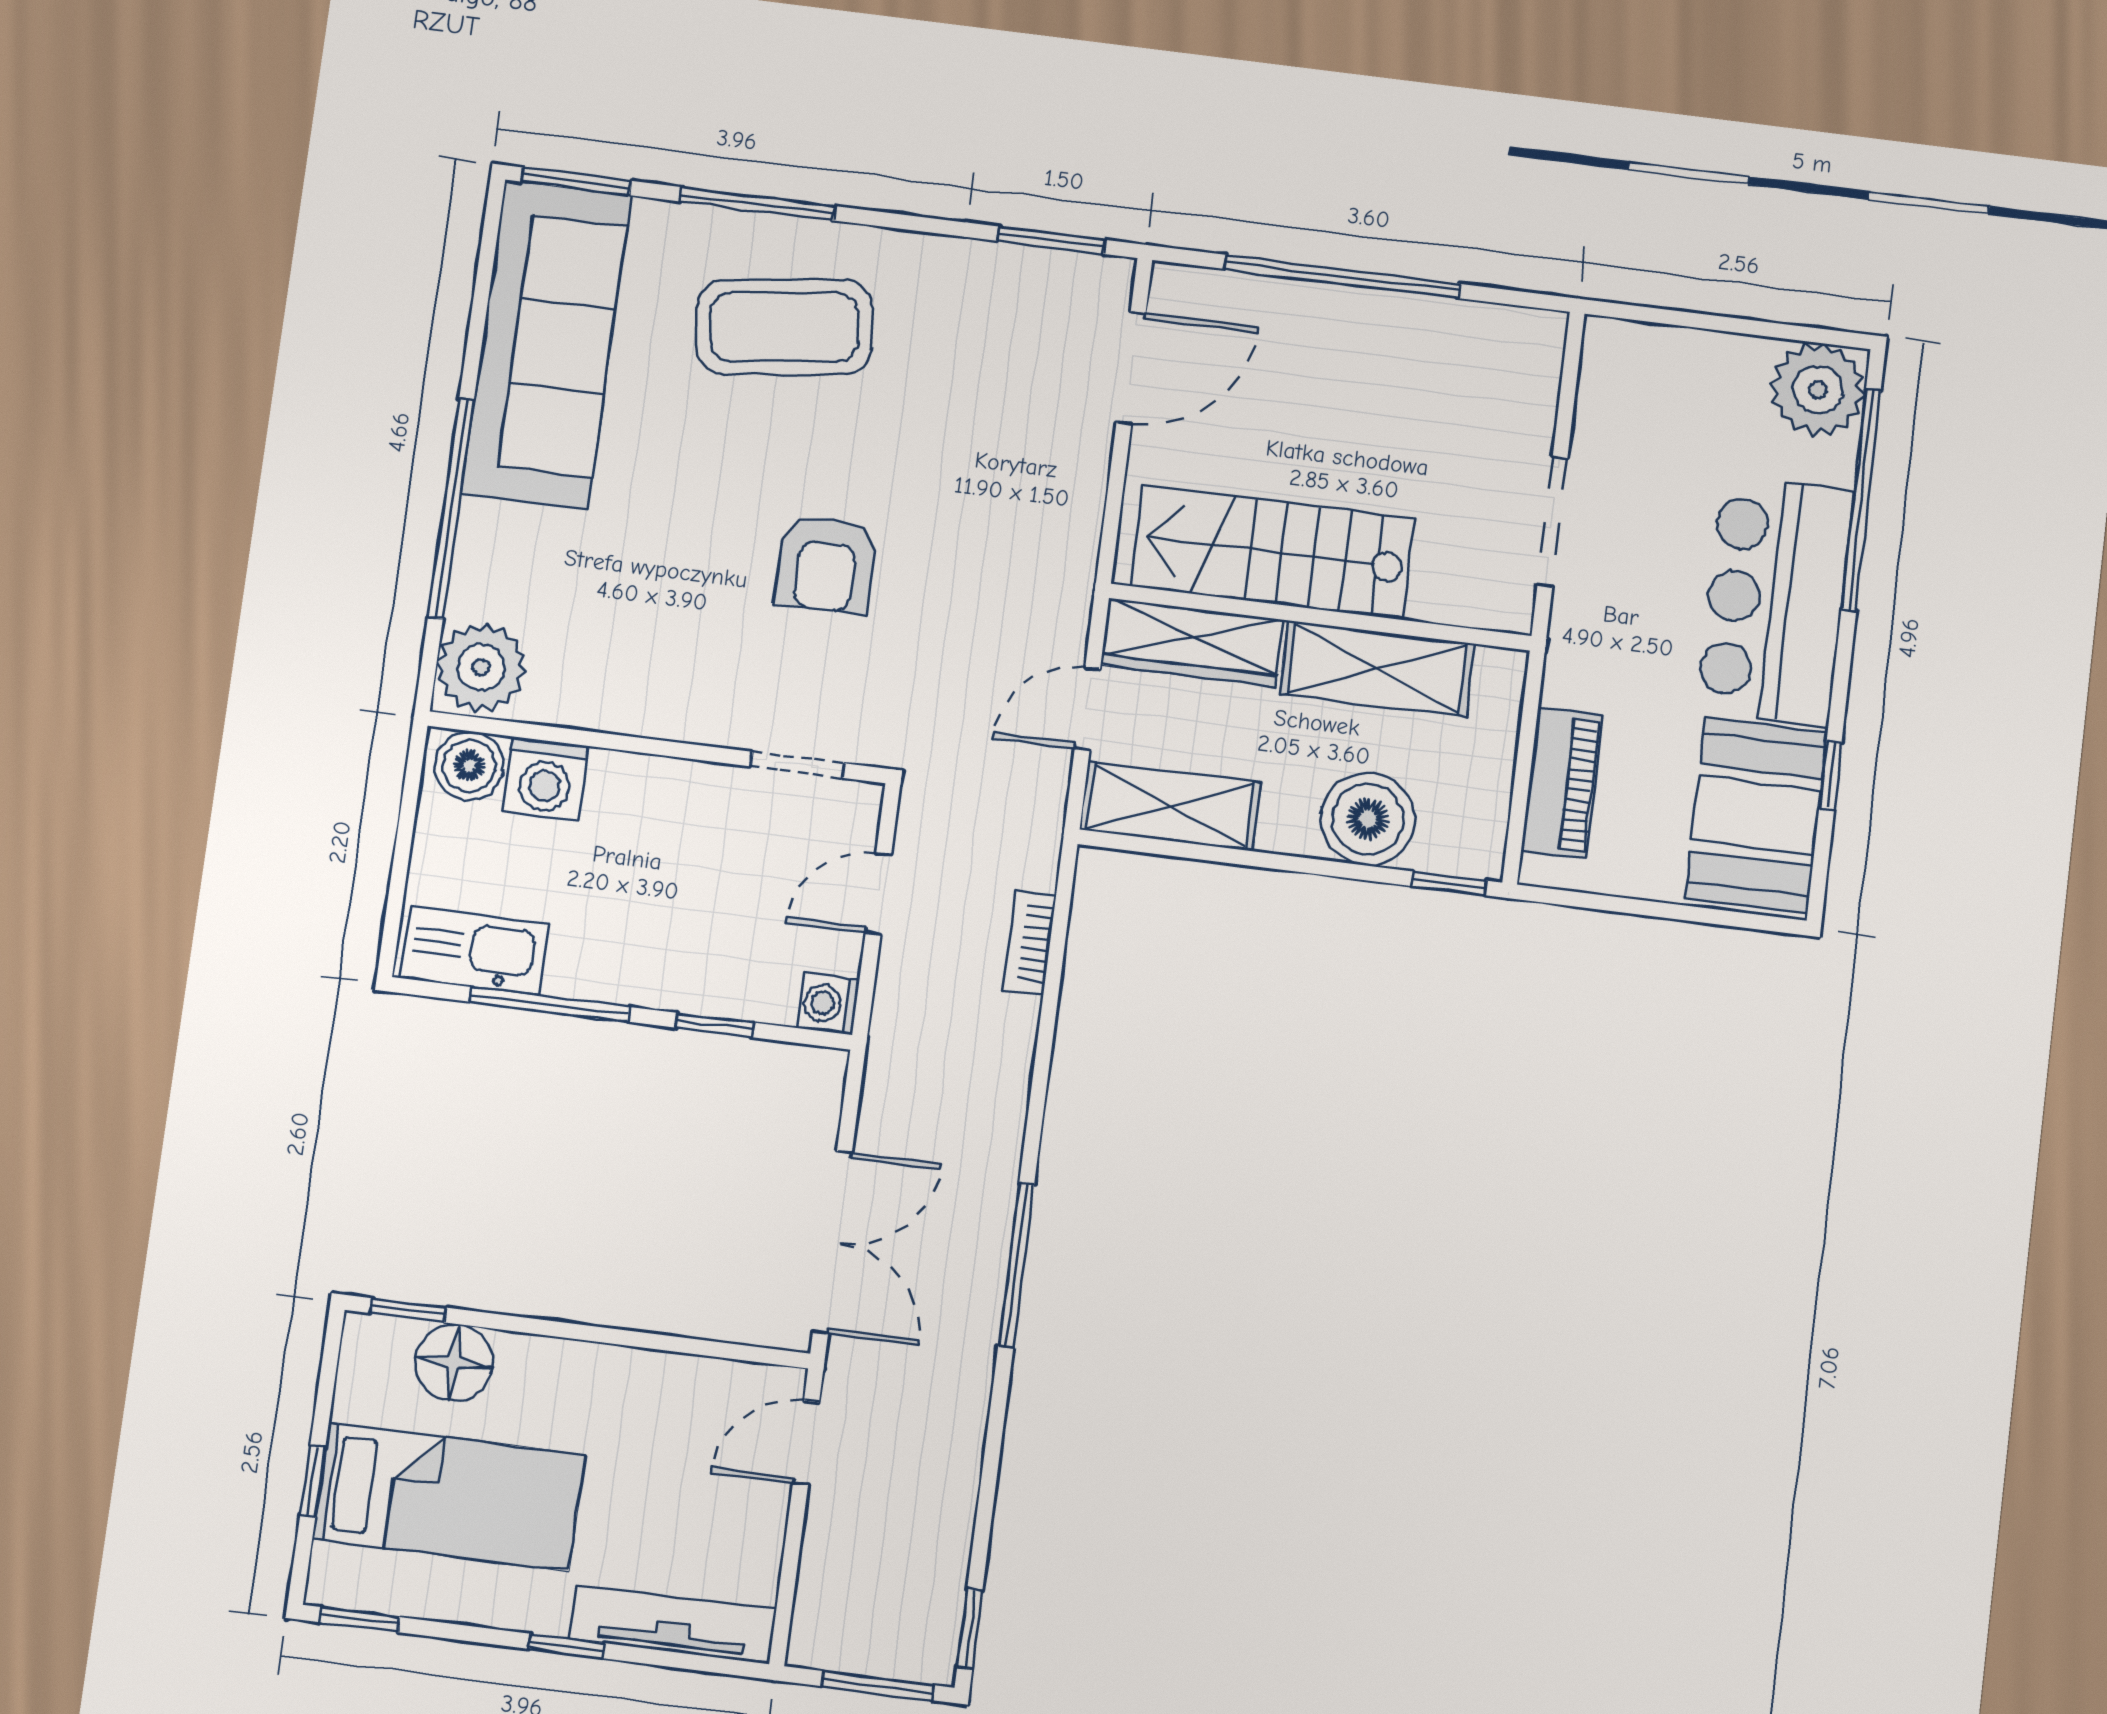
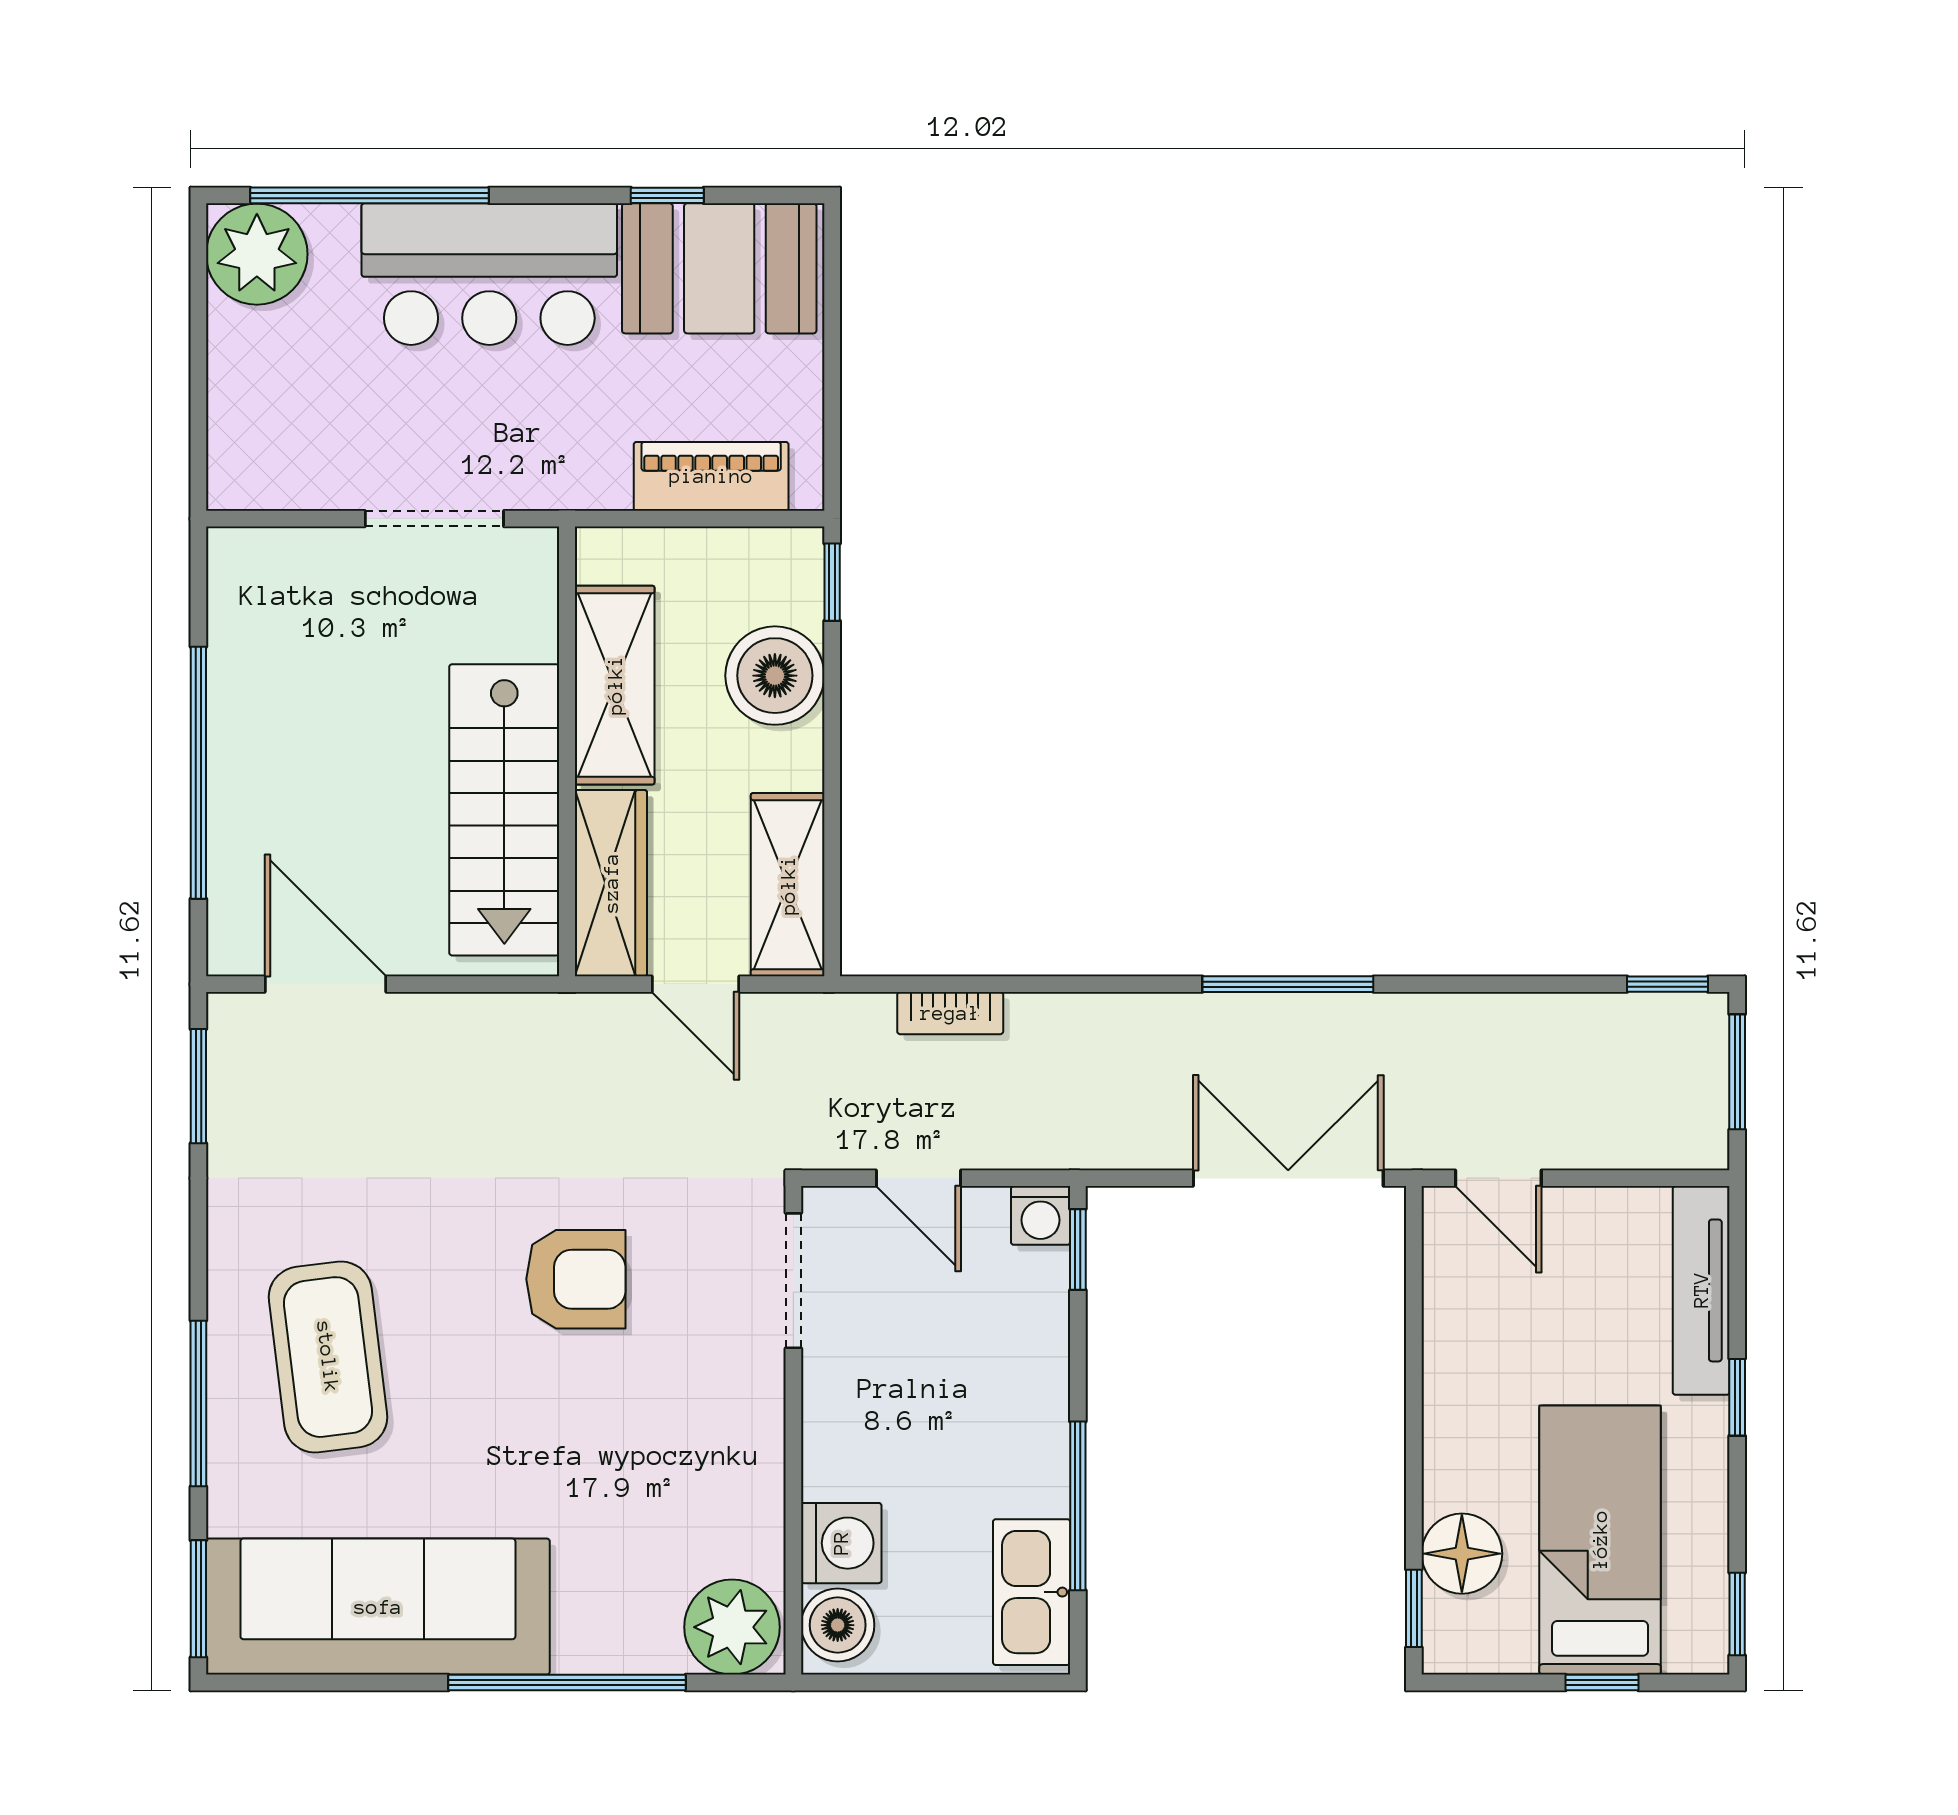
doorway: (798, 765) -> (793, 1281), width x1.38
window: (714, 1025) -> (1078, 1250), moved

